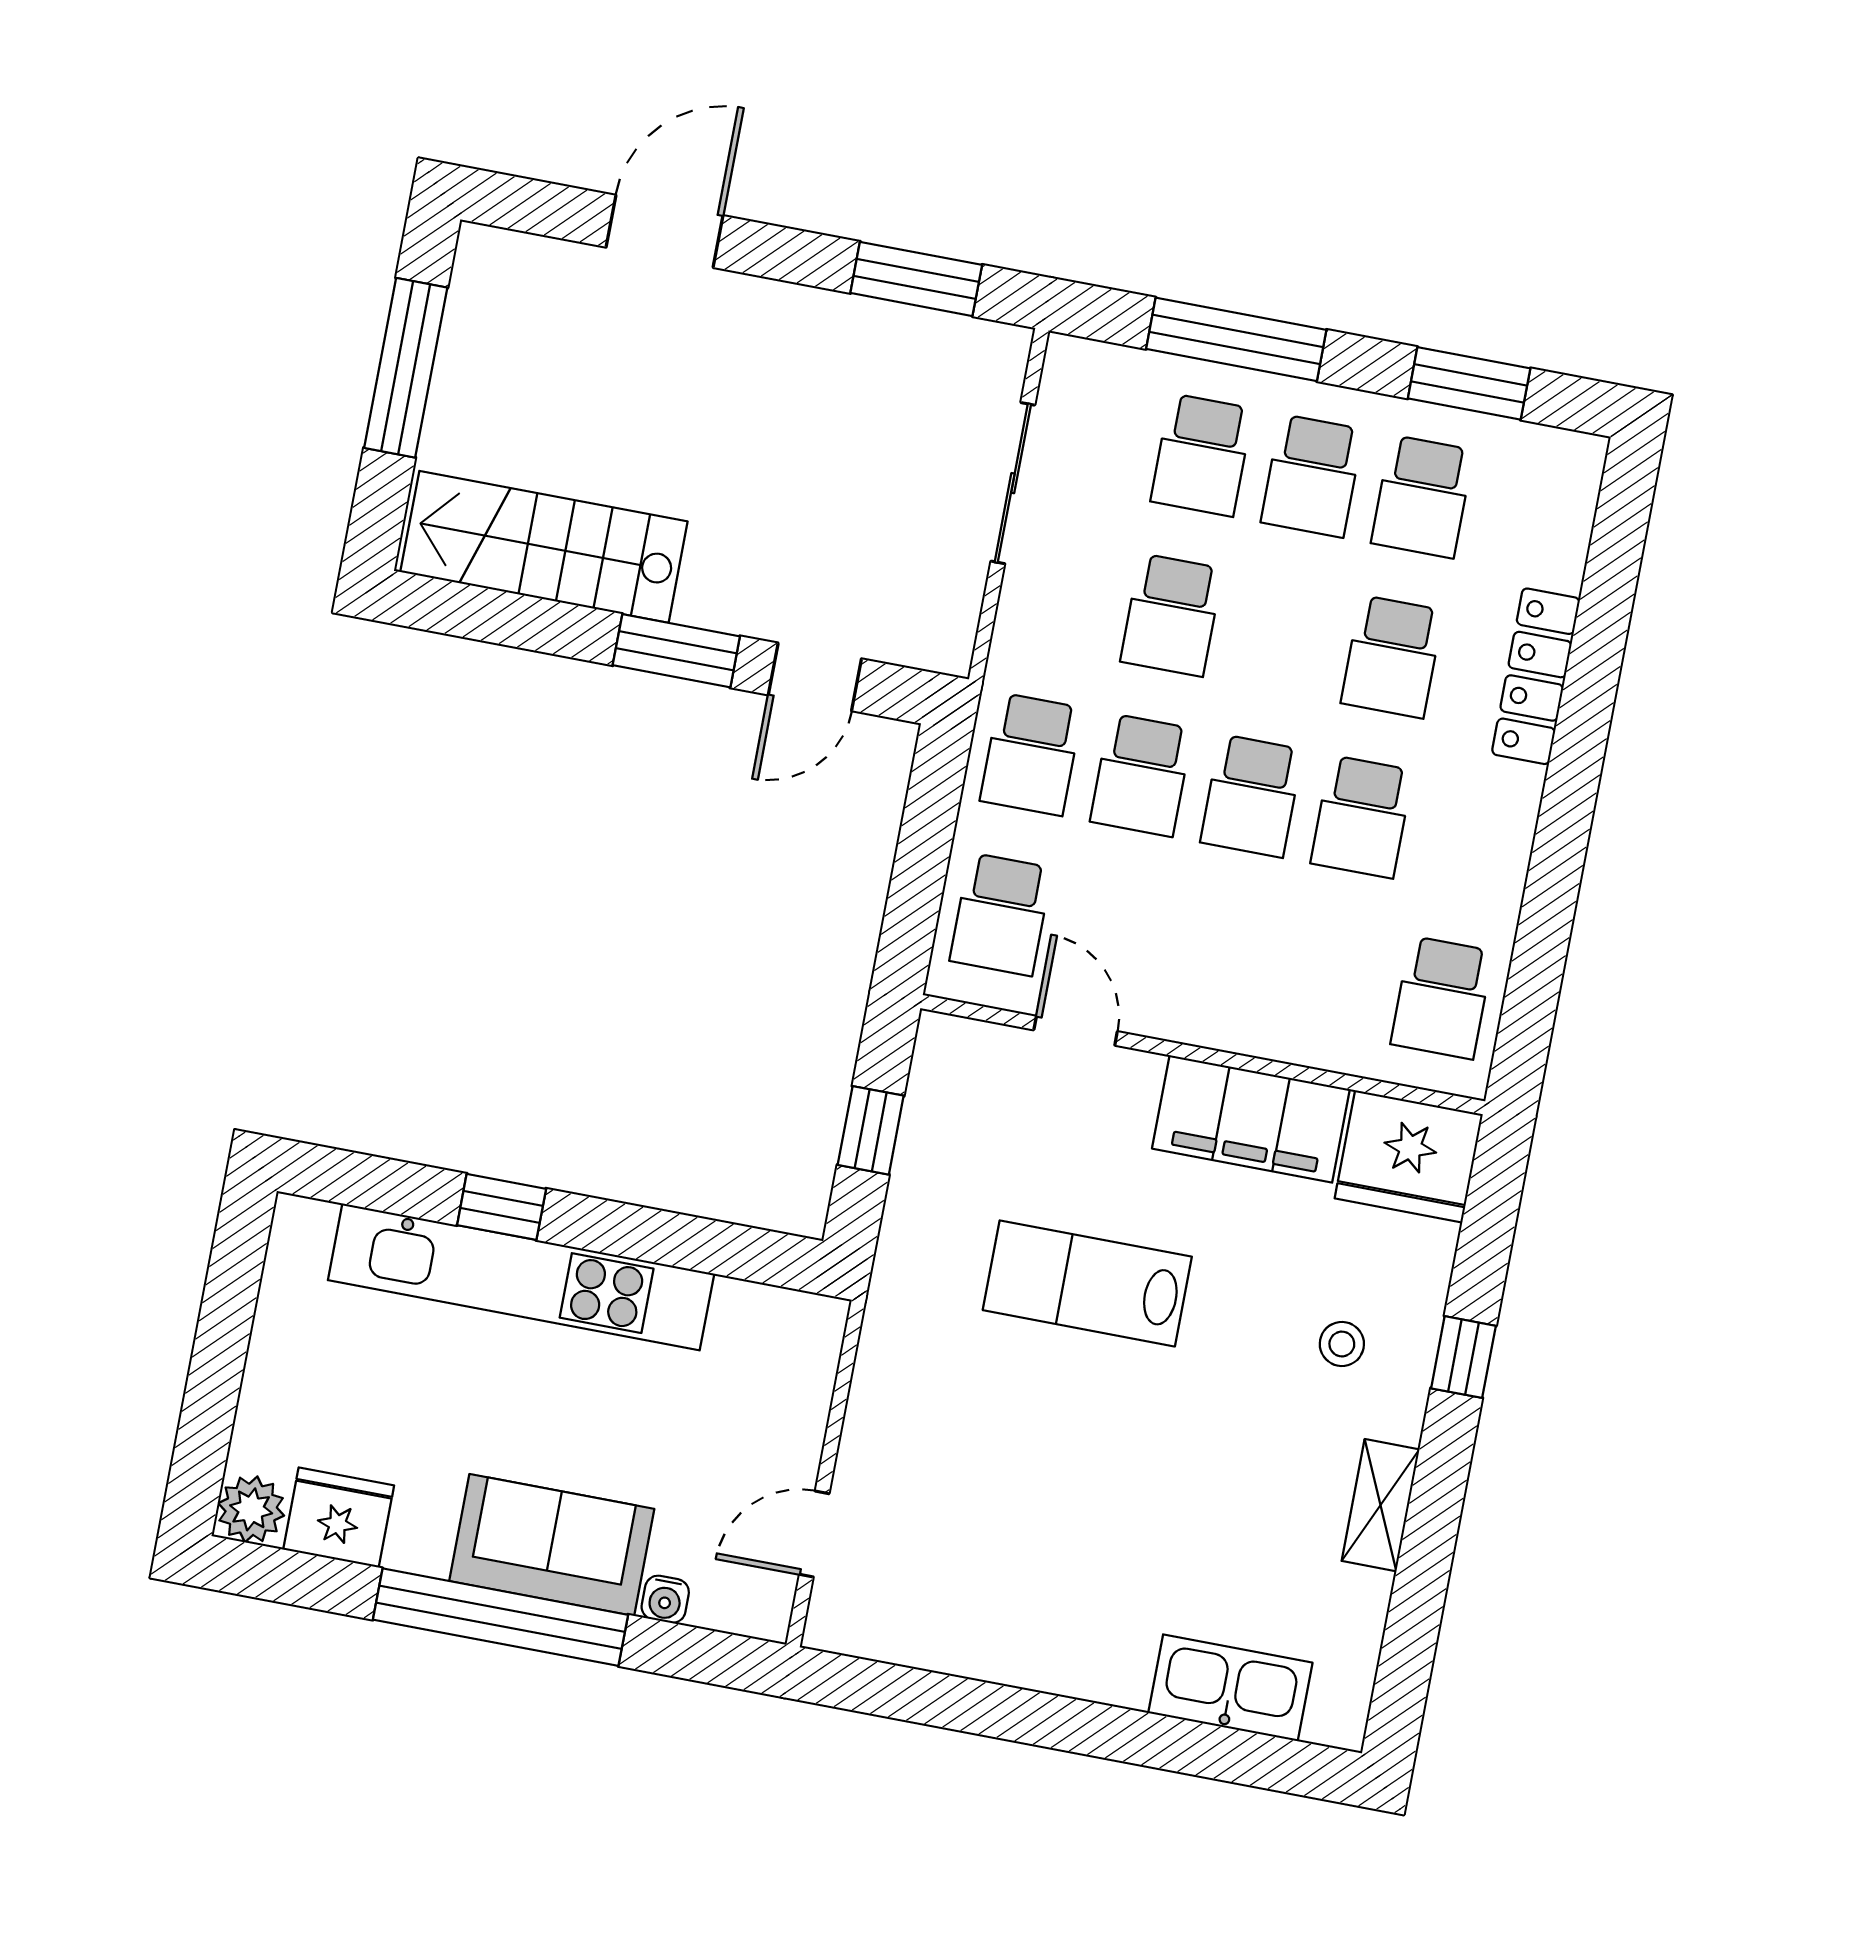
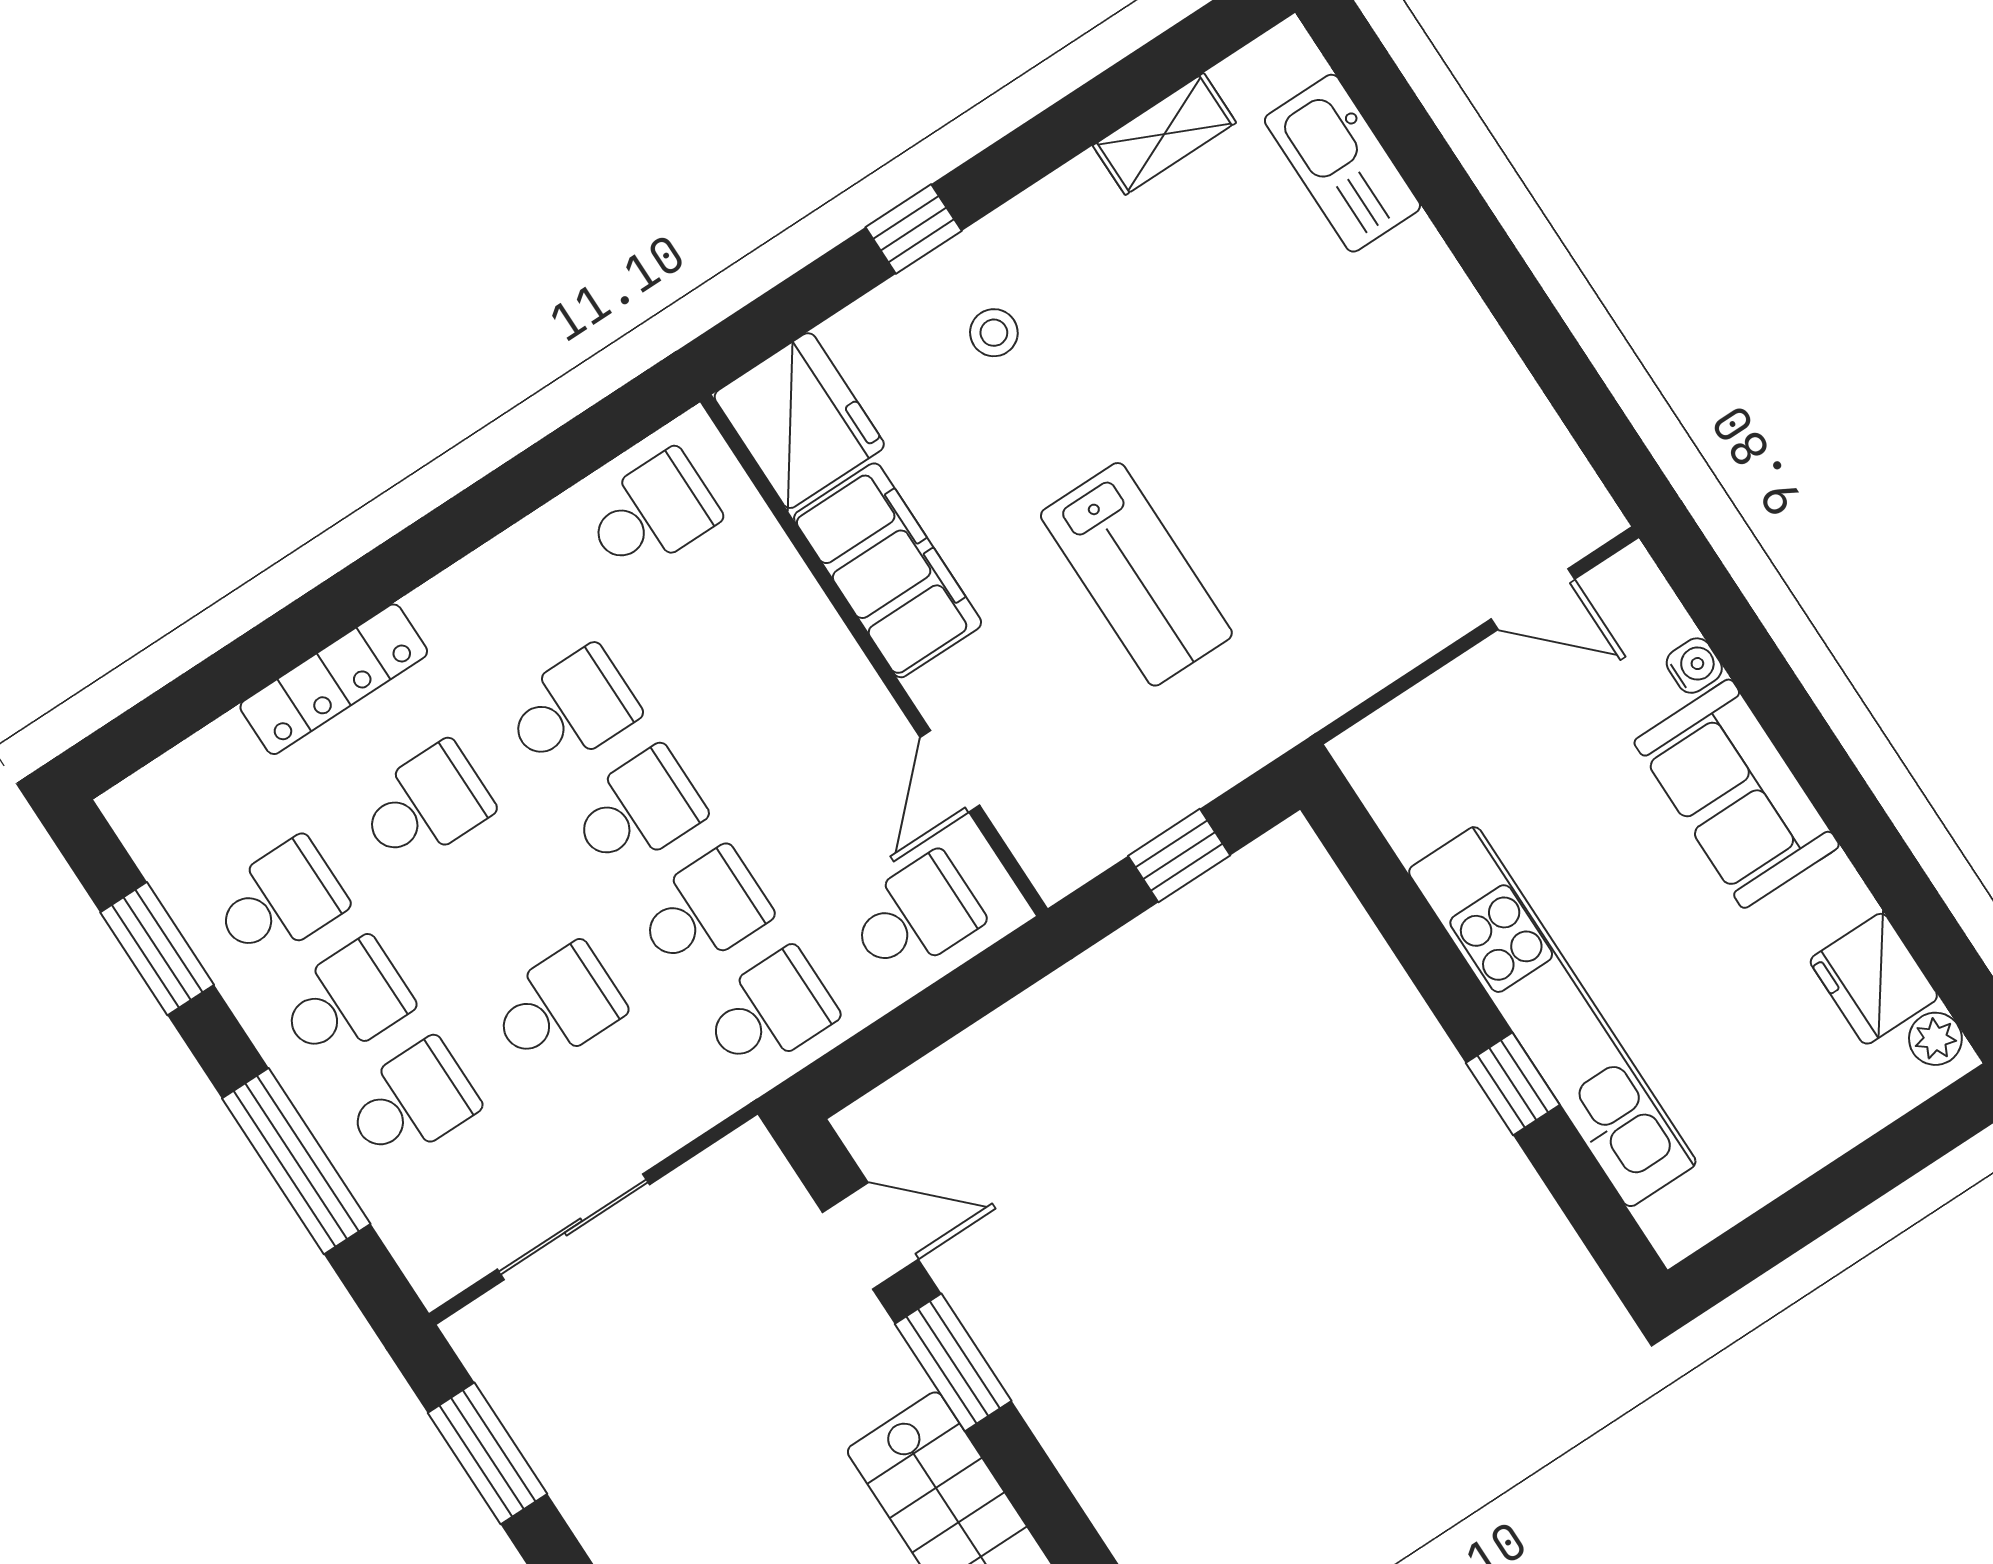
shelving: (1381, 1505) -> (1164, 134), moved
plant: (251, 1509) -> (1935, 1039), width x0.73, depth x0.73
window: (501, 1617) -> (1831, 780), removed

